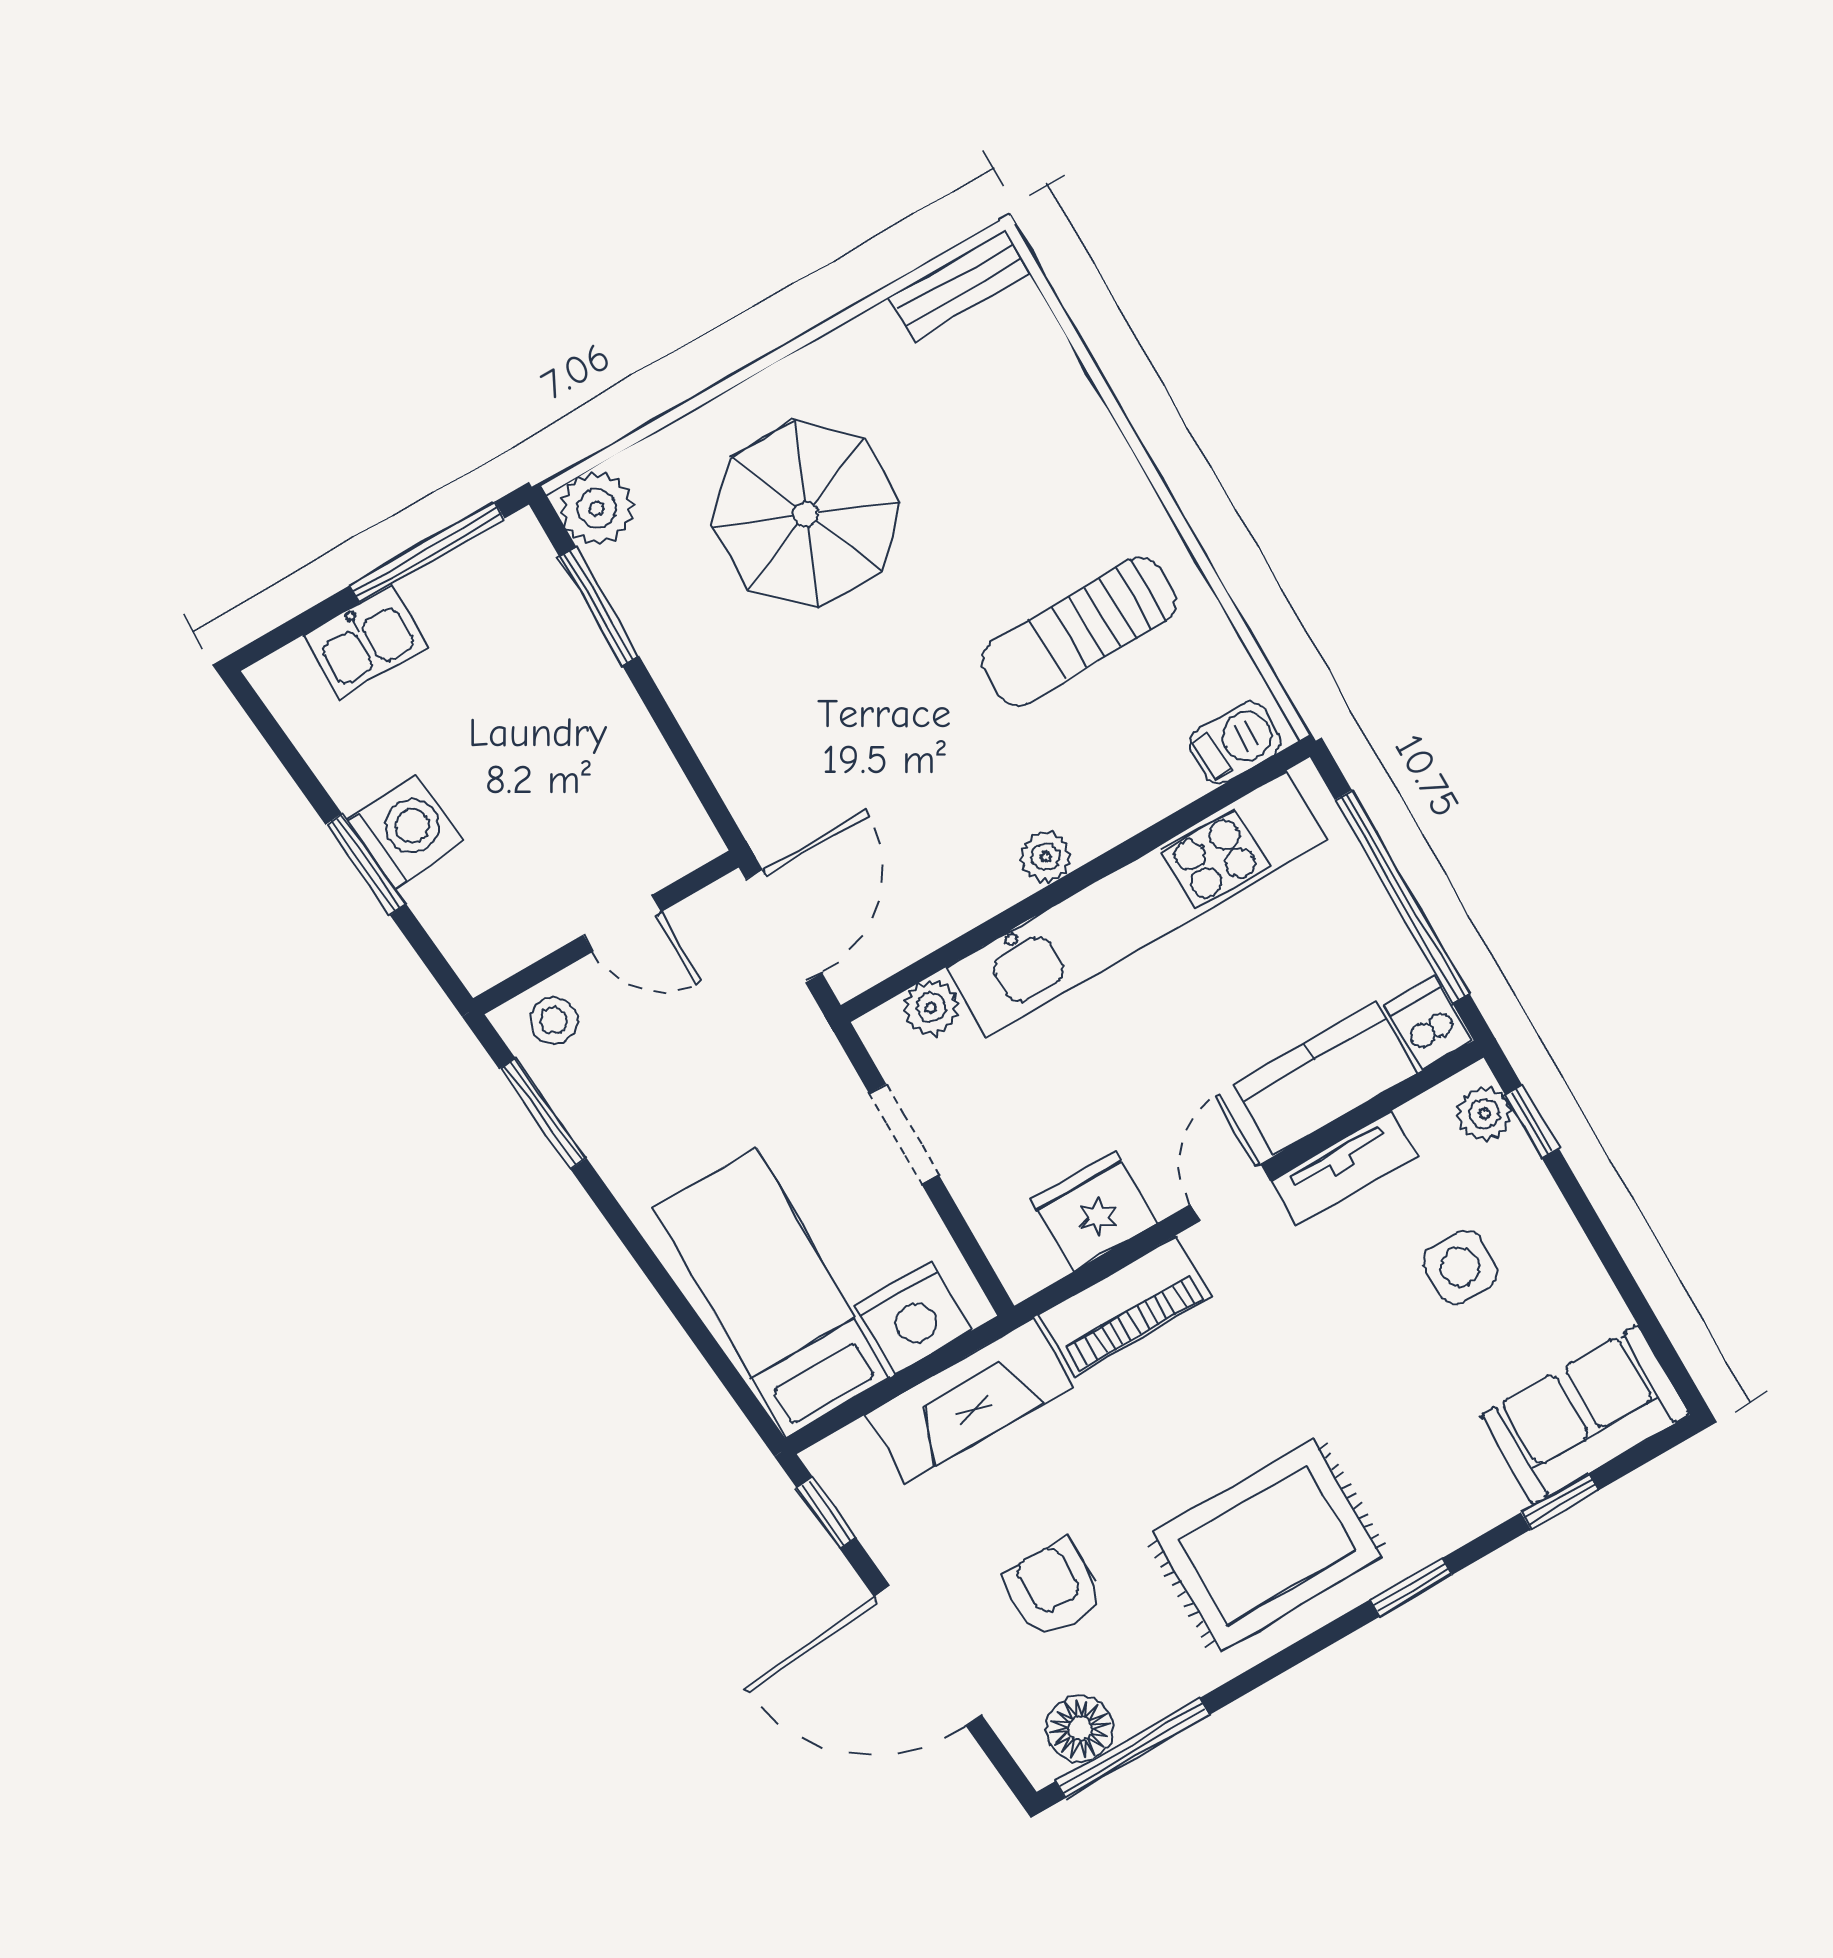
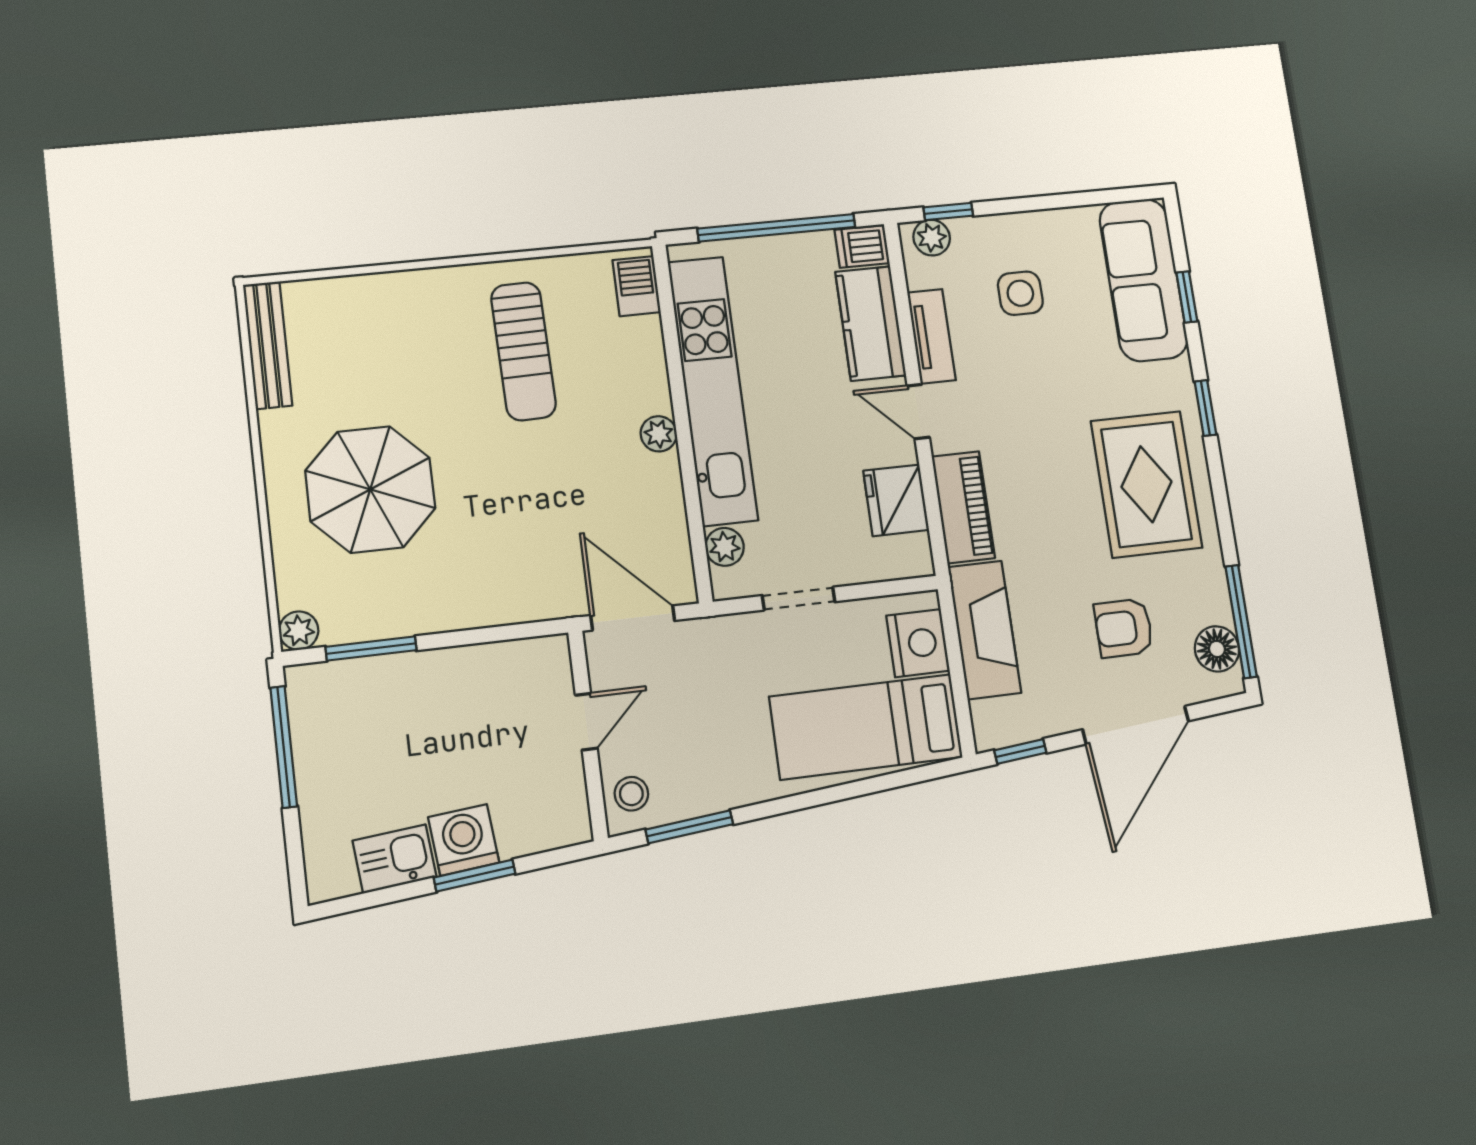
bench: (960, 285) -> (268, 345), width x1.36
plant: (597, 508) -> (299, 631), width x0.73, depth x0.73
kitchen sink: (365, 642) -> (394, 859), moved, turned -95
sofa: (1585, 1415) -> (1143, 280), width x1.36

